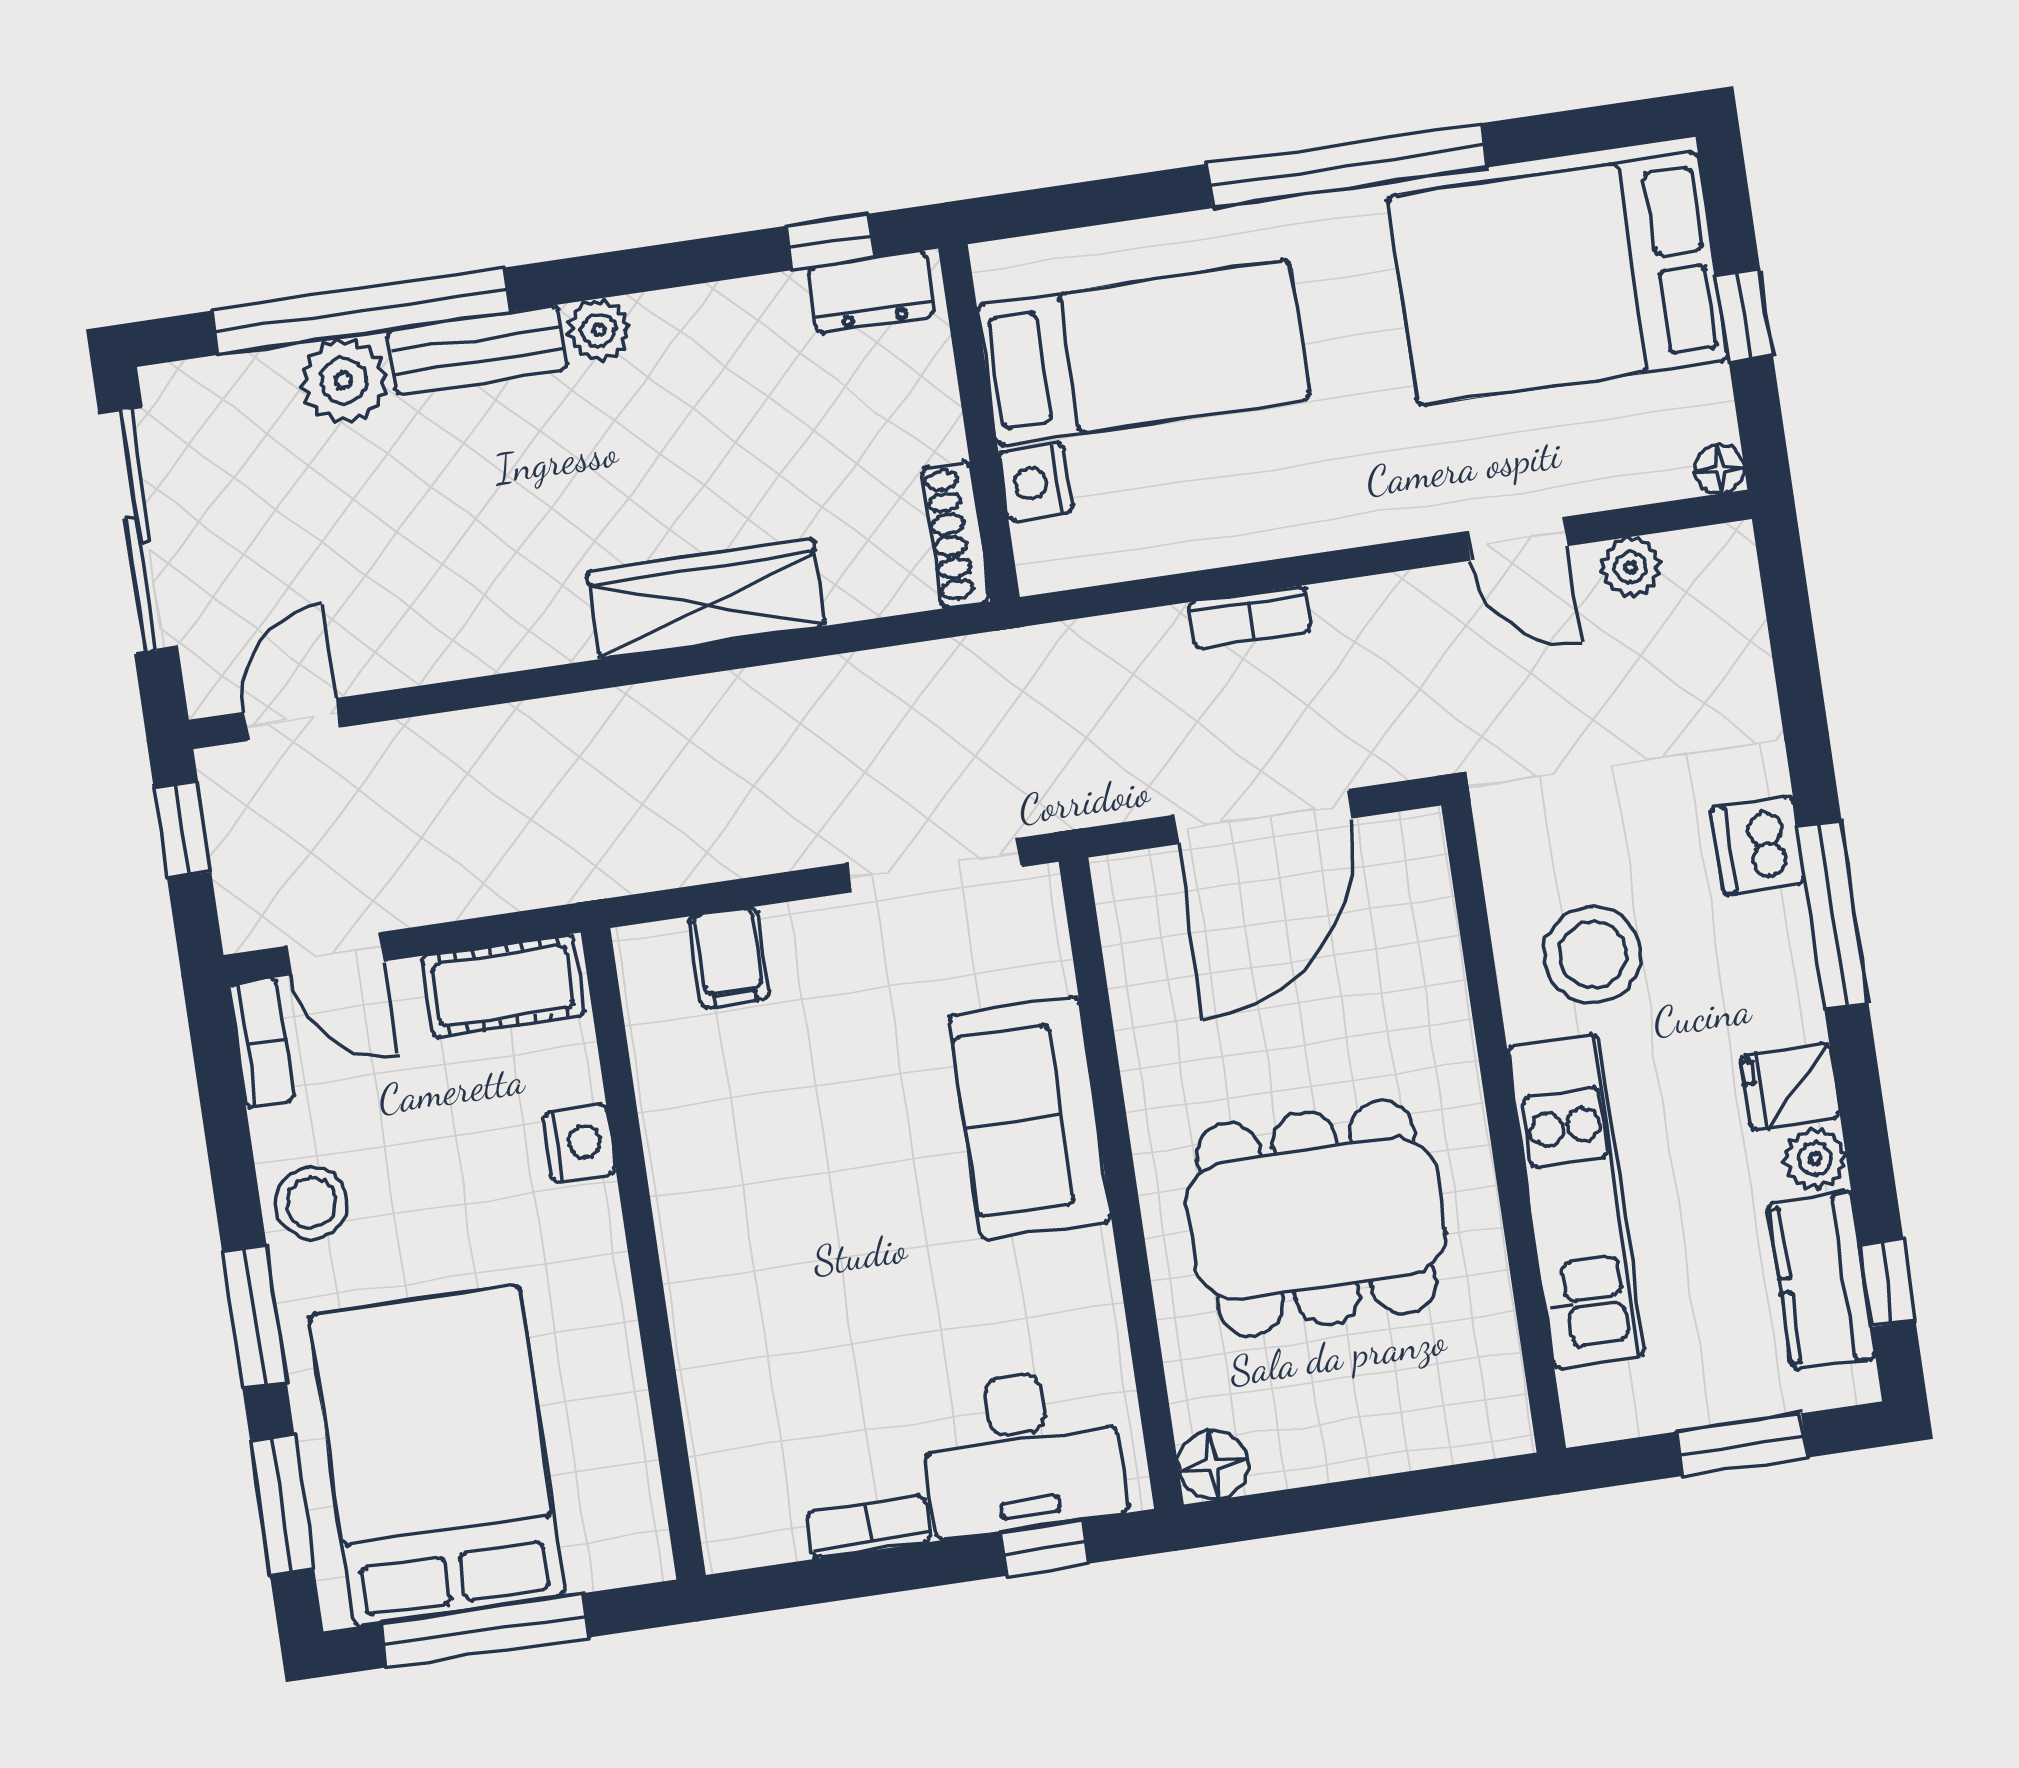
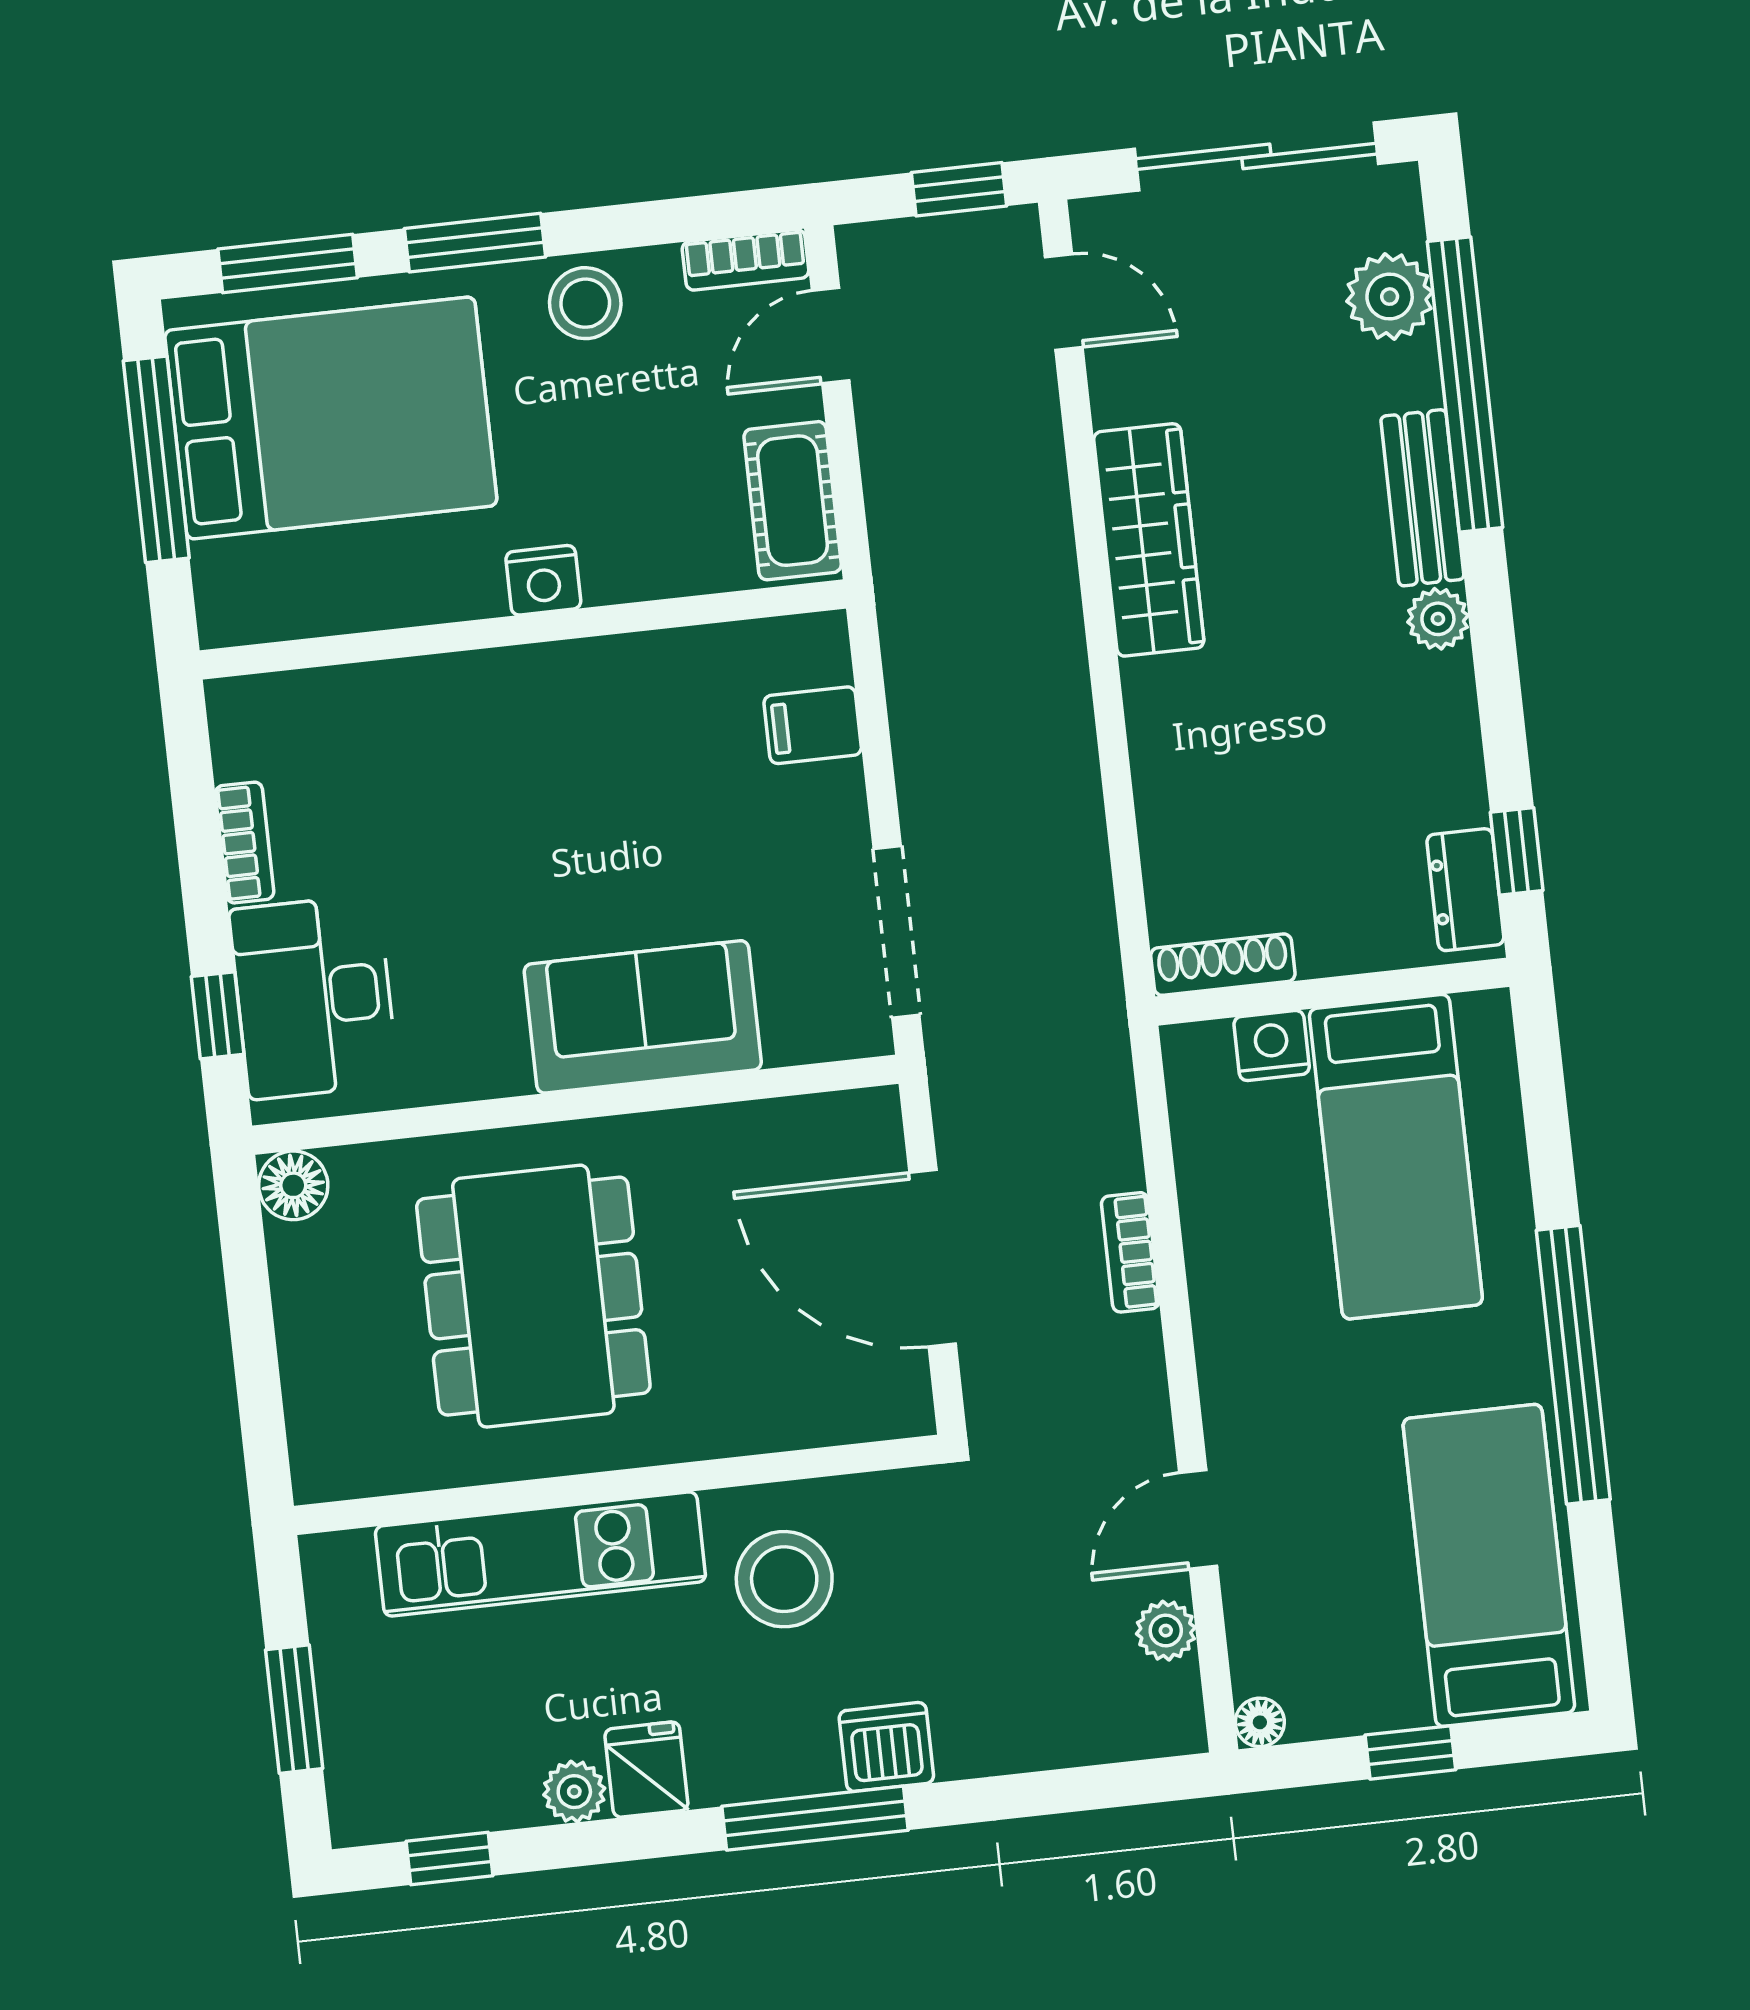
bed: (1558, 278) -> (1489, 1565), width x0.67
plant: (344, 380) -> (1390, 297), moved
wardrobe: (706, 599) -> (1149, 540), moved
nightstand: (579, 1143) -> (543, 580), moved
kitchen counter: (1822, 1281) -> (453, 1794), removed

